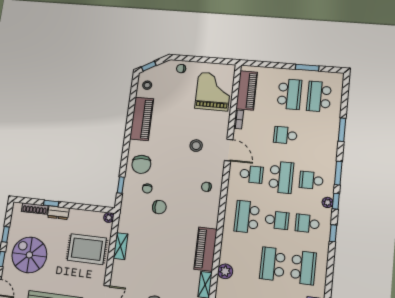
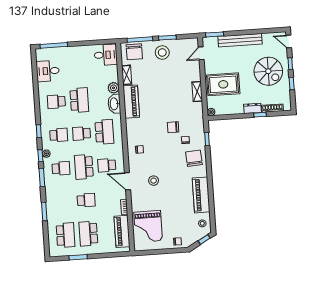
washbasin: (228, 250) -> (114, 104), added
school desk: (303, 268) -> (56, 102), width x0.54

